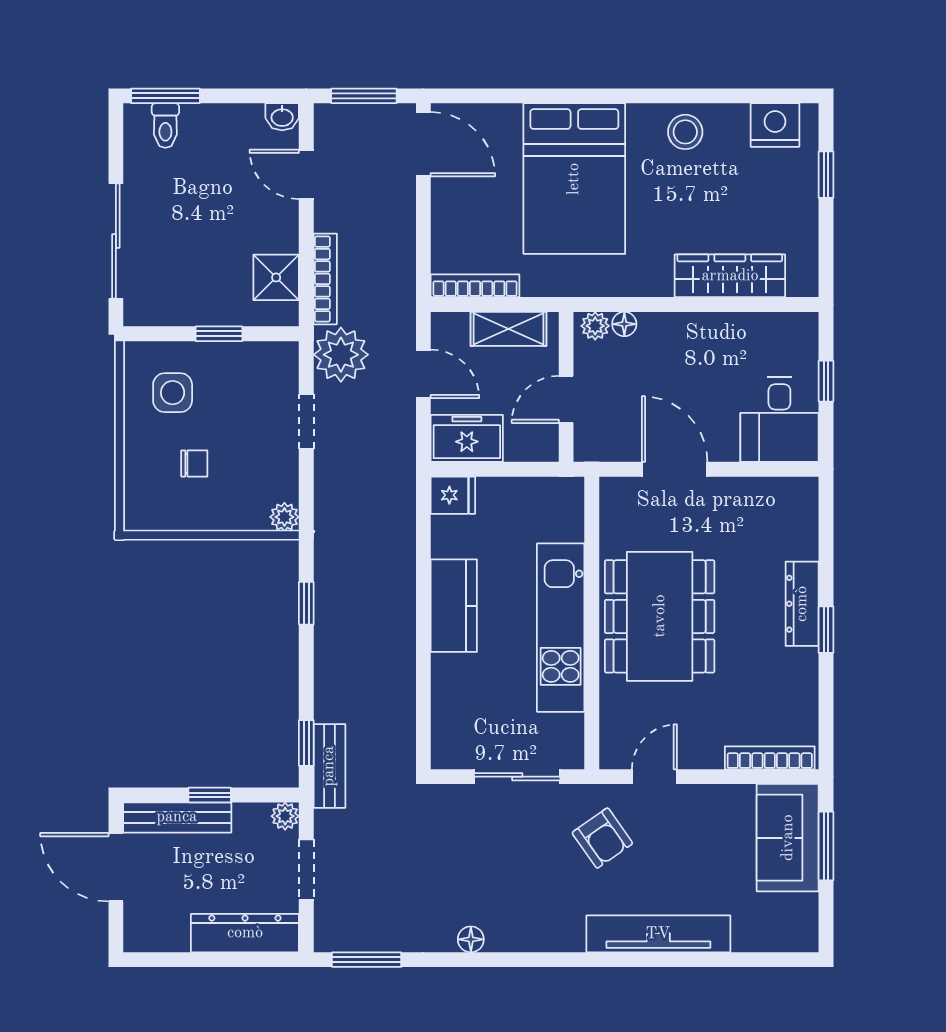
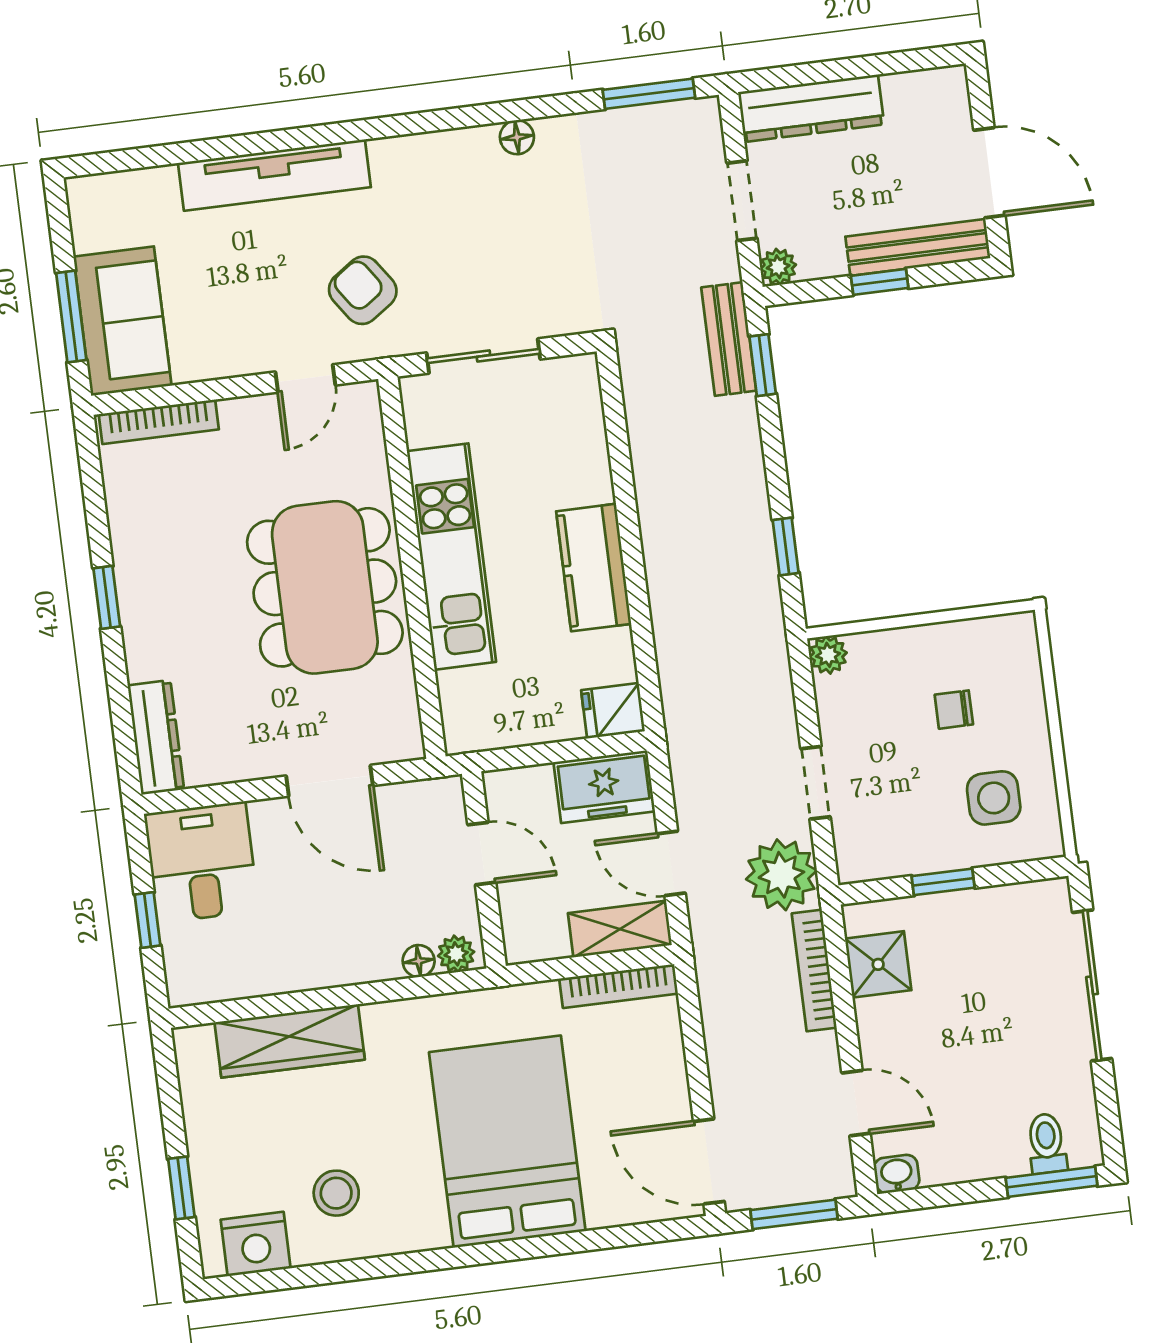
stool: (685, 132) -> (336, 1193), moved
shelving: (508, 329) -> (620, 929), moved
door: (566, 399) -> (482, 854), hinge flipped
dresser: (802, 604) -> (156, 737), moved

